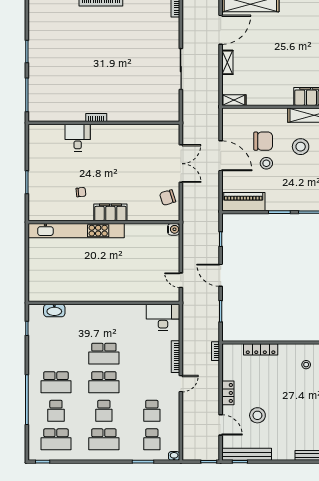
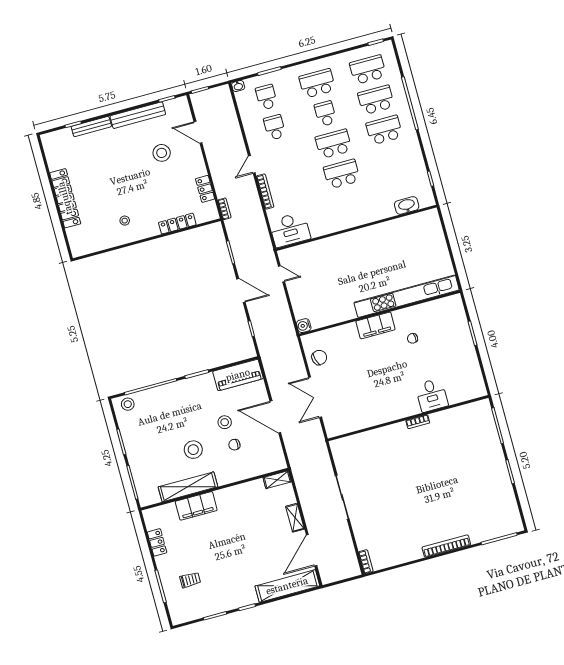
chair: (263, 141) -> (234, 445), width x0.54, depth x0.54
locker: (228, 393) -> (205, 189), moved
school desk: (56, 411) -> (376, 100), width x1.85
bench: (247, 454) -> (138, 115), moved

